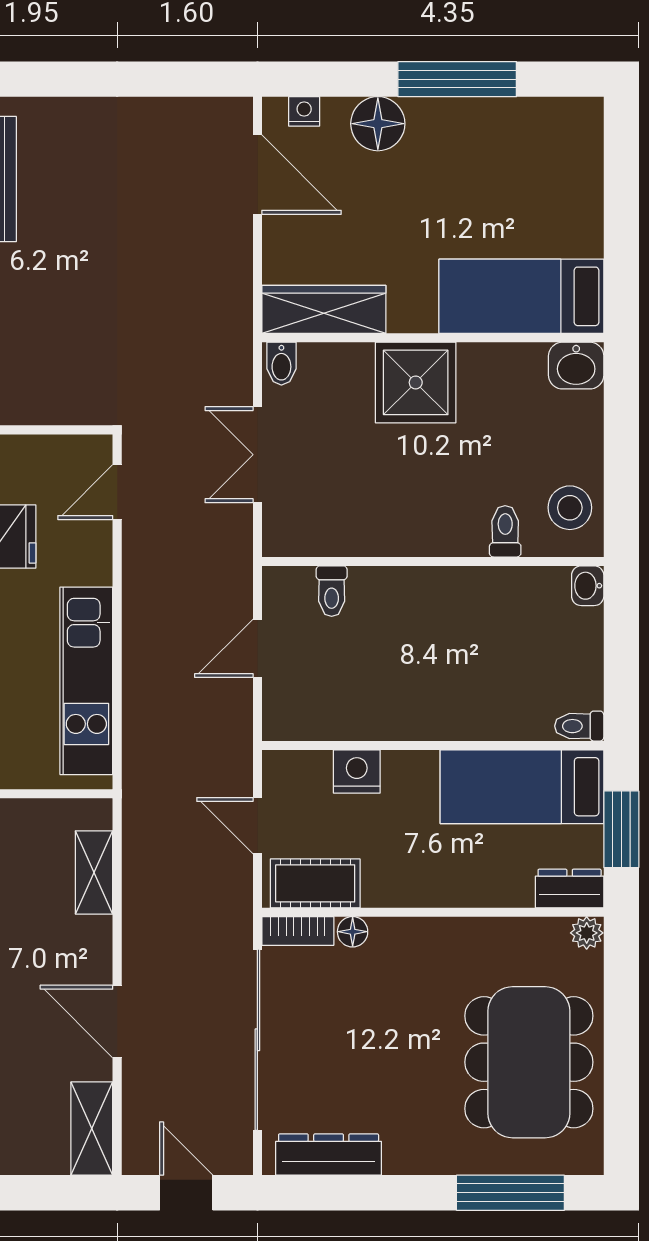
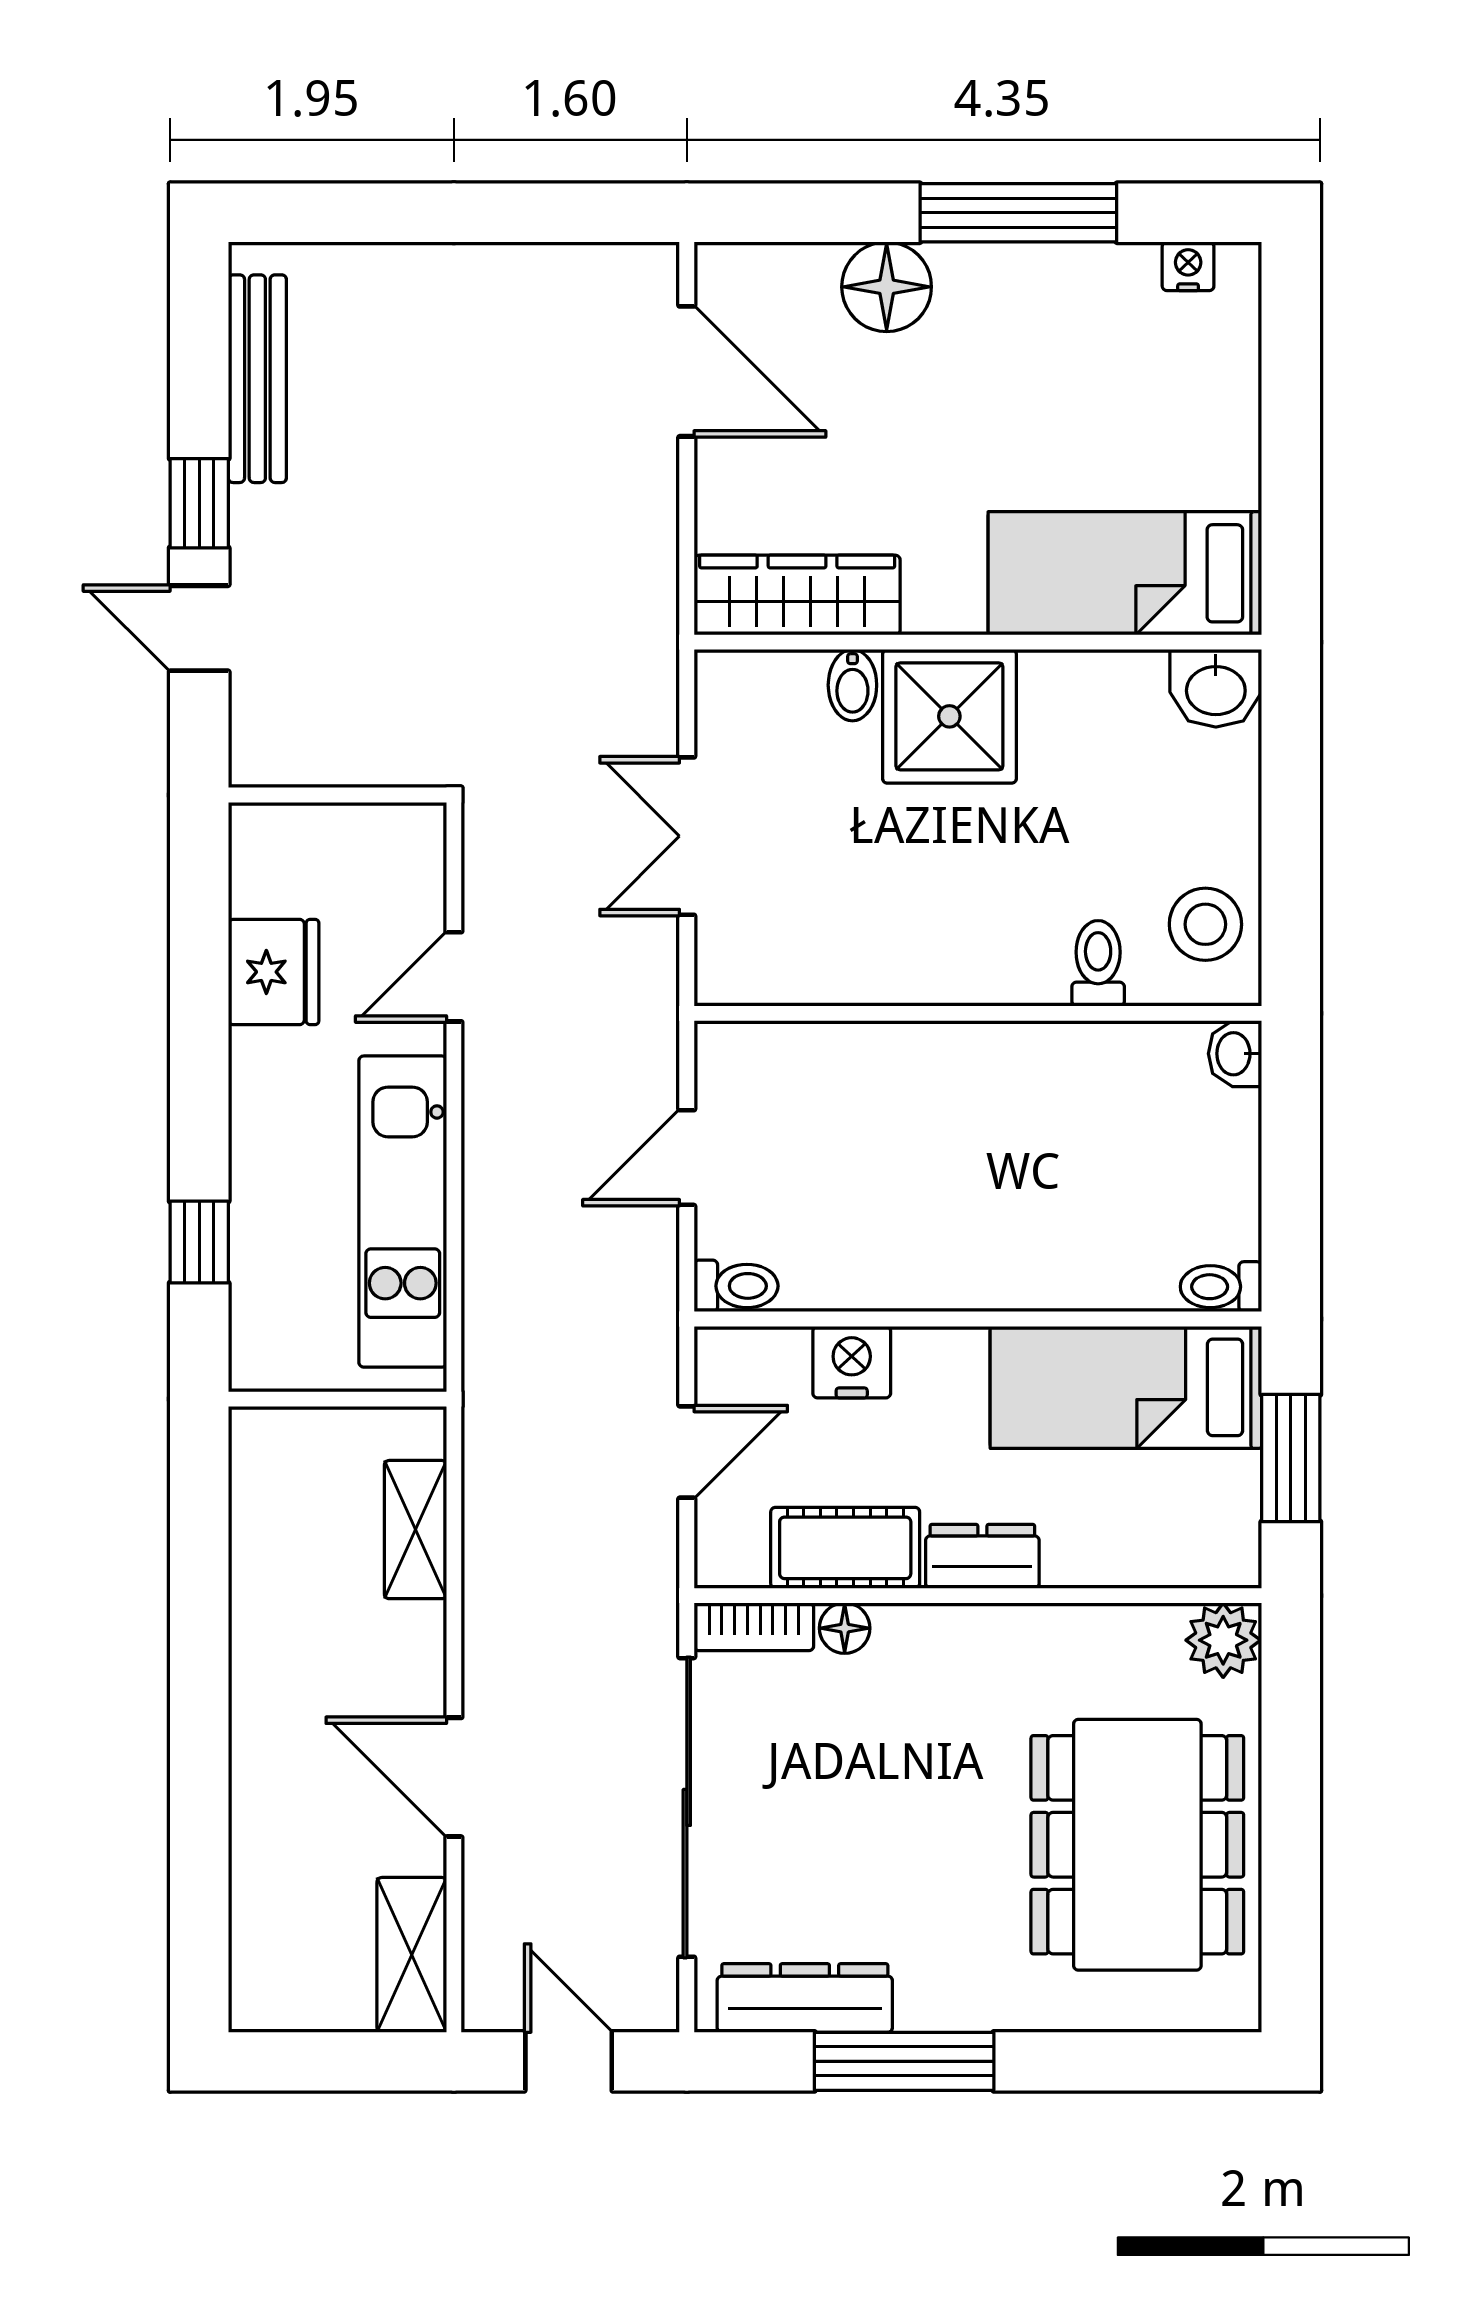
nightstand: (304, 111) -> (1188, 266), moved
bidet: (281, 364) -> (852, 685), moved
door: (117, 492) -> (454, 977), moved
toilet: (332, 591) -> (736, 1286), moved, turned -90
door: (257, 826) -> (687, 1452), swing flipped
cot: (315, 883) -> (845, 1548), moved
dresser: (570, 889) -> (982, 1556), moved
plant: (587, 933) -> (1223, 1640), width x1.38, depth x1.38
window: (510, 1193) -> (904, 2061), moved

